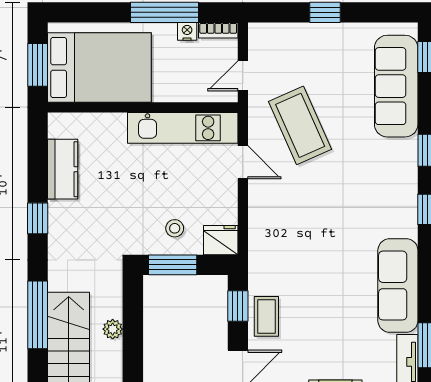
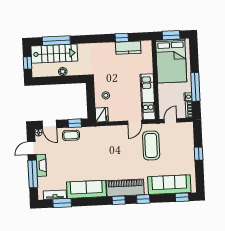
door: (243, 76) -> (171, 121), hinge flipped
coffee table: (300, 125) -> (151, 146), turned -66
piano: (399, 192) -> (125, 188), added
window: (38, 218) -> (122, 38), moved
window: (173, 265) -> (91, 95), removed
window: (38, 315) -> (56, 41), moved

